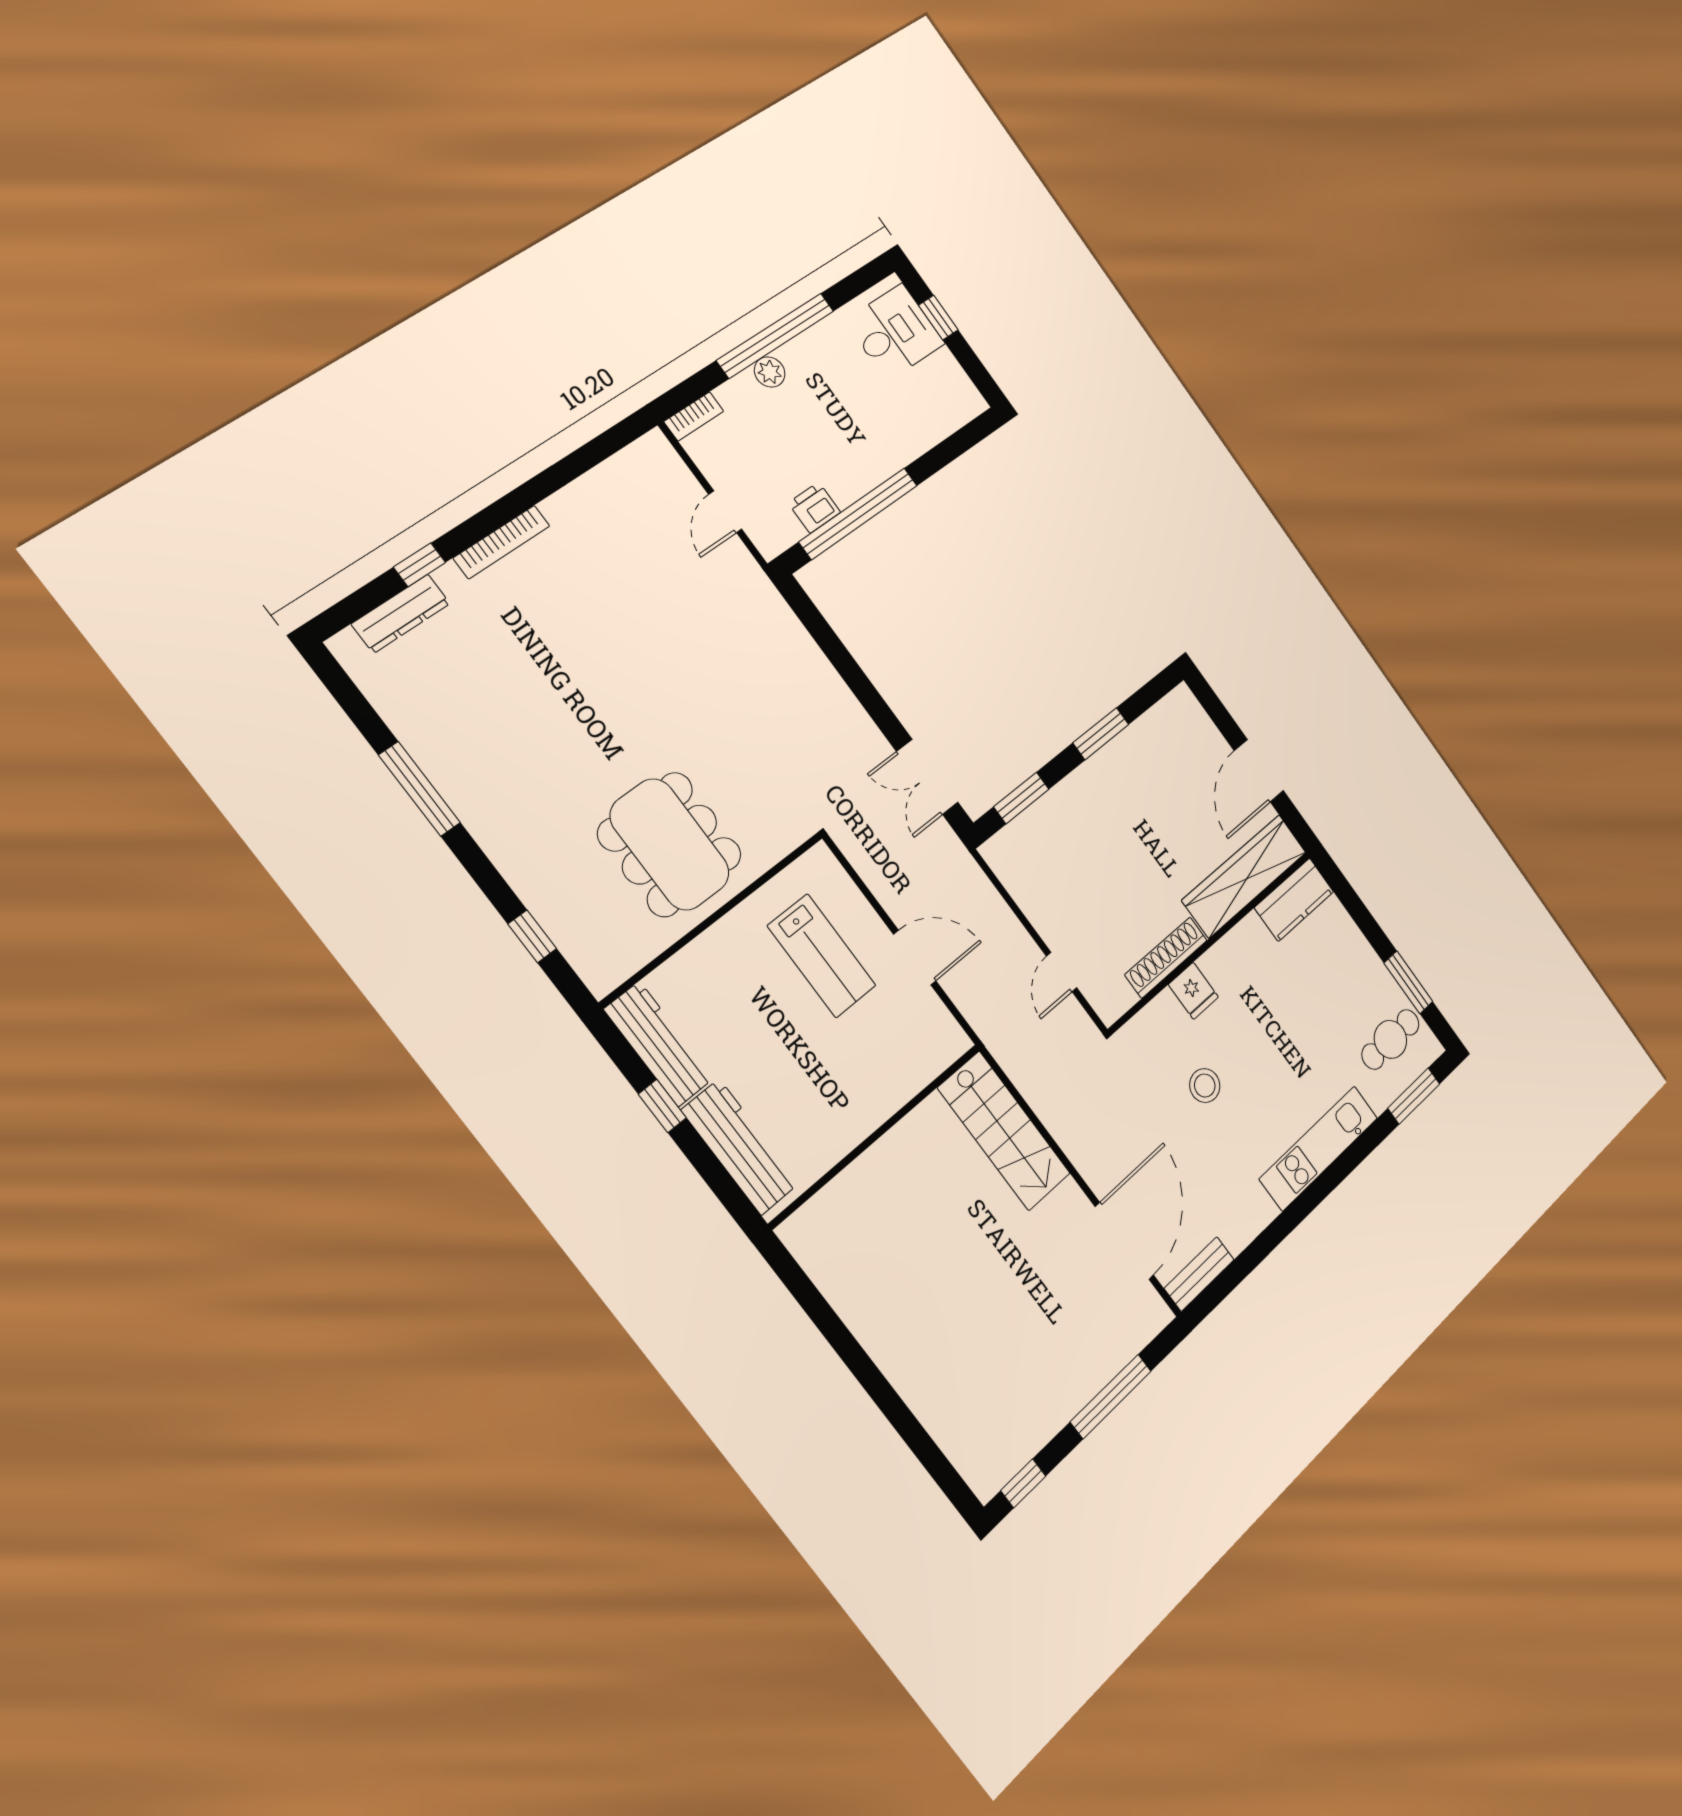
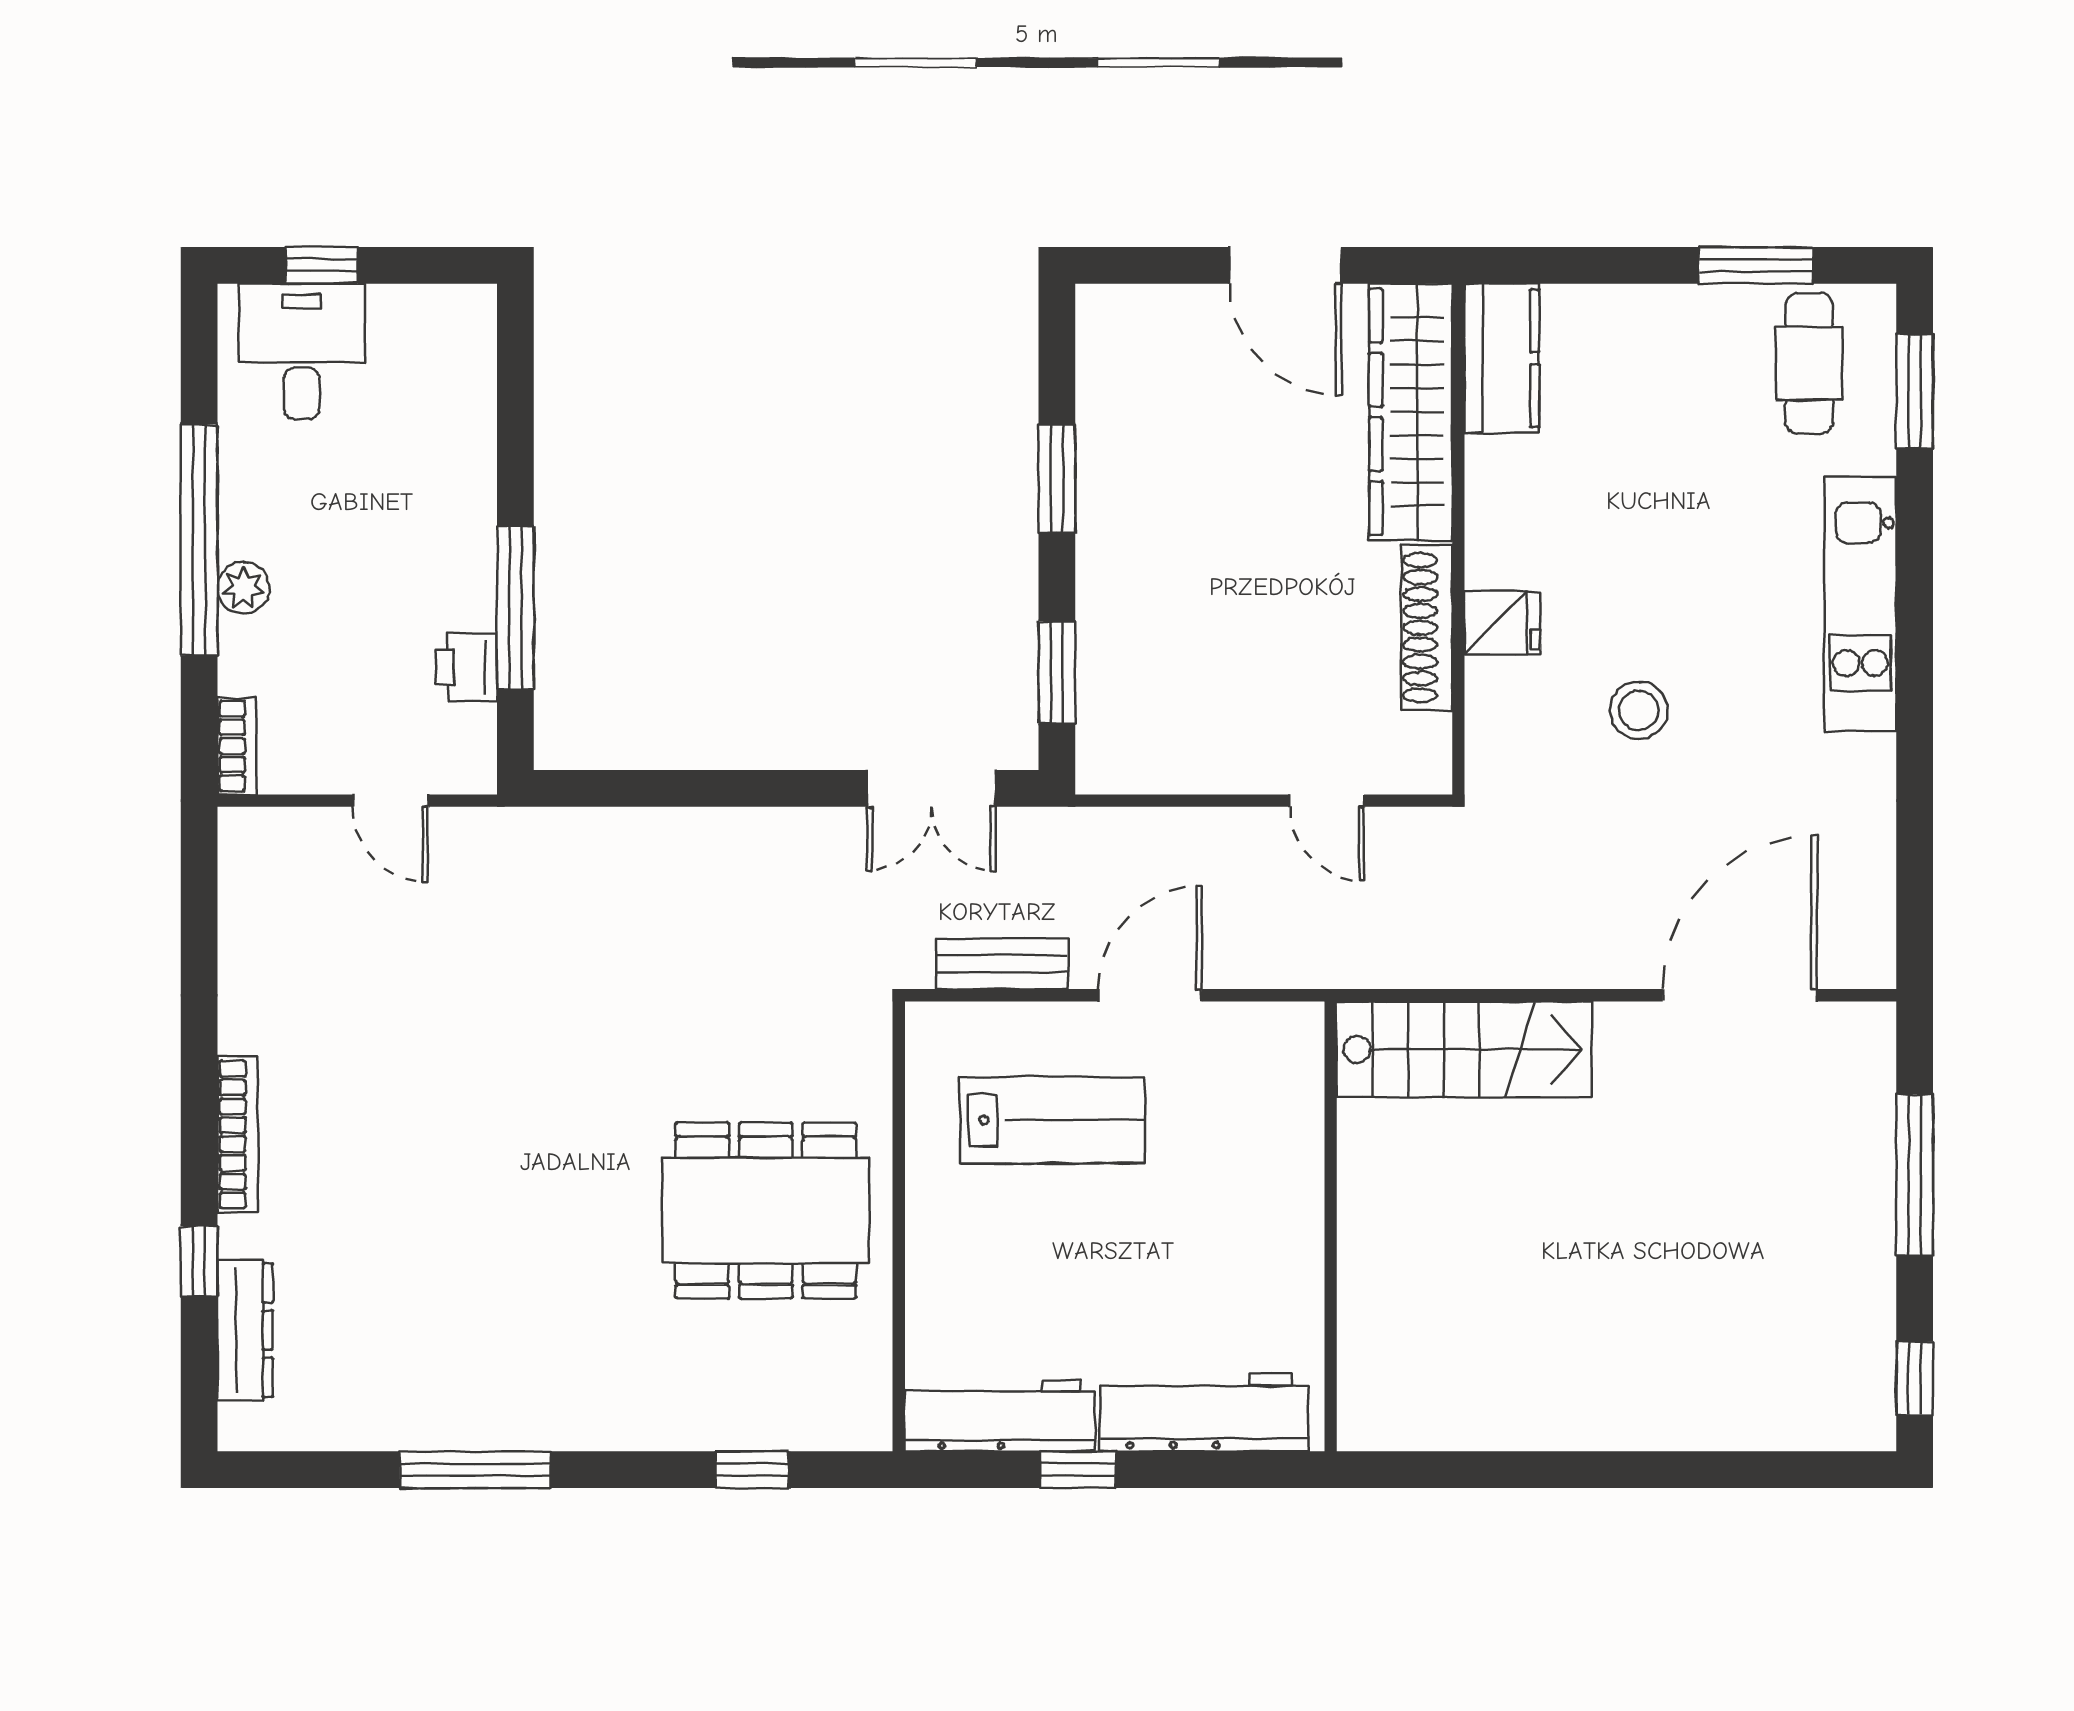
window: (858, 514) -> (515, 608), width x0.68
door: (1124, 1241) -> (1740, 995), hinge flipped
bench: (1199, 1274) -> (1002, 964), moved, turned 90

